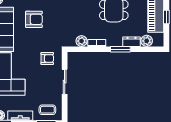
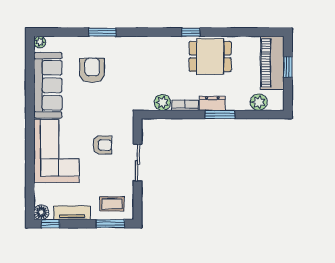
armchair: (34, 19) -> (92, 70), turned -90
dresser: (131, 42) -> (212, 103), moved
armchair: (47, 58) -> (102, 145), moved

